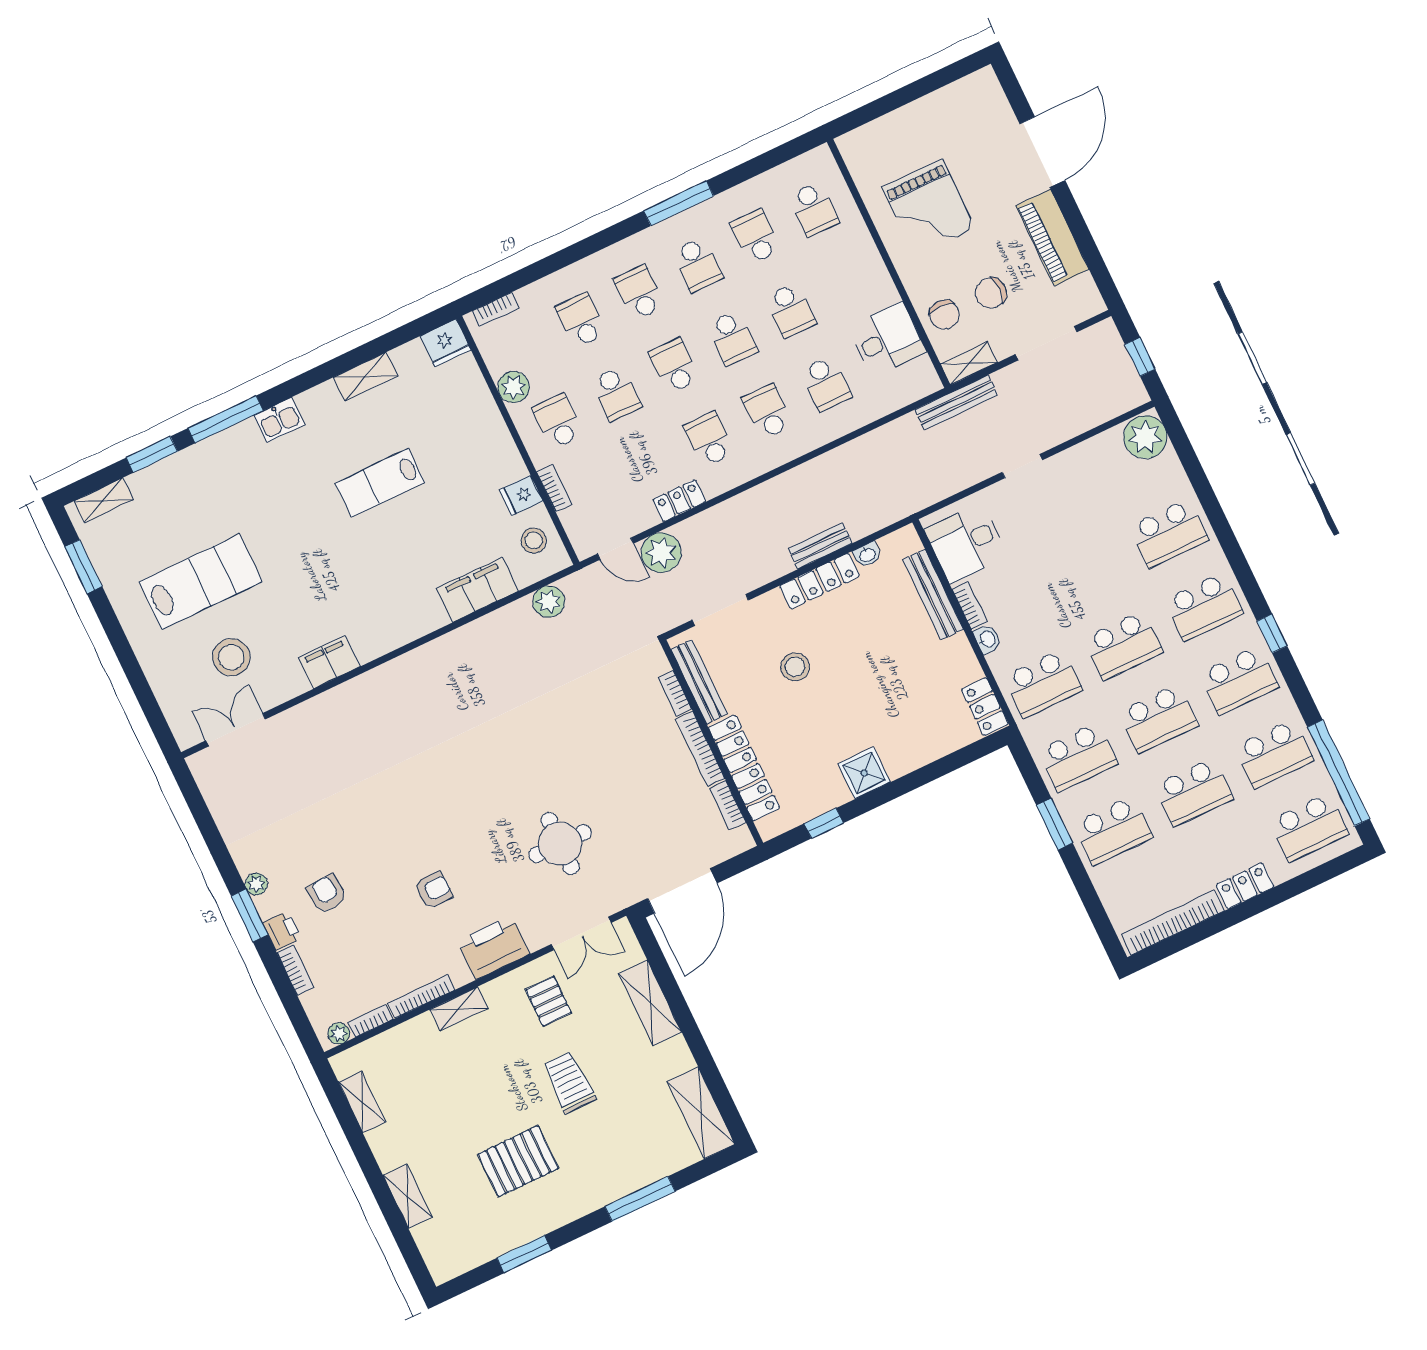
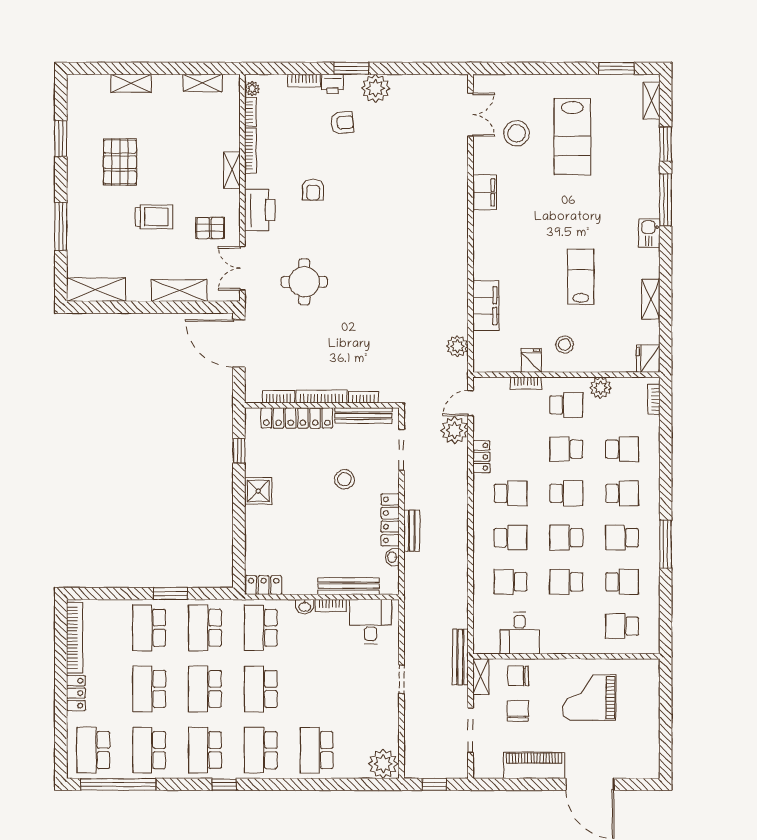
stool: (534, 540) -> (564, 345), moved
plant: (256, 884) -> (376, 88), width x1.87, depth x1.87

